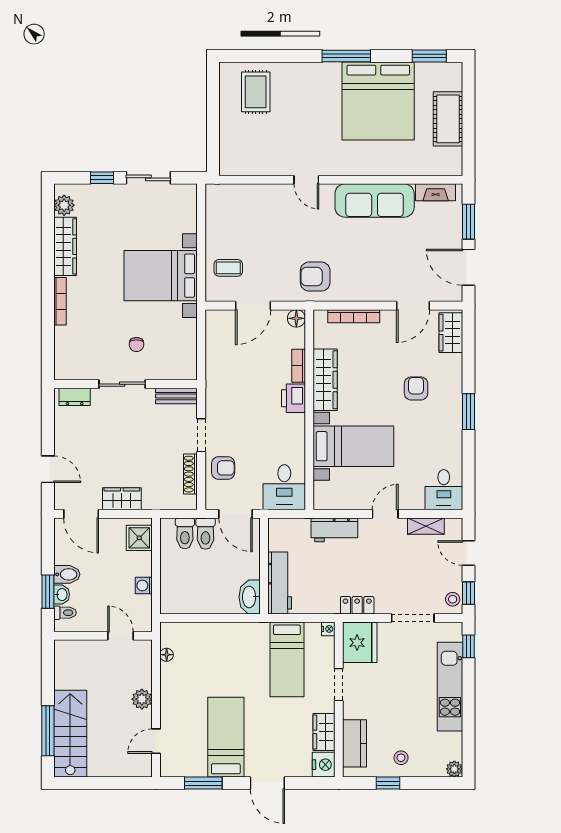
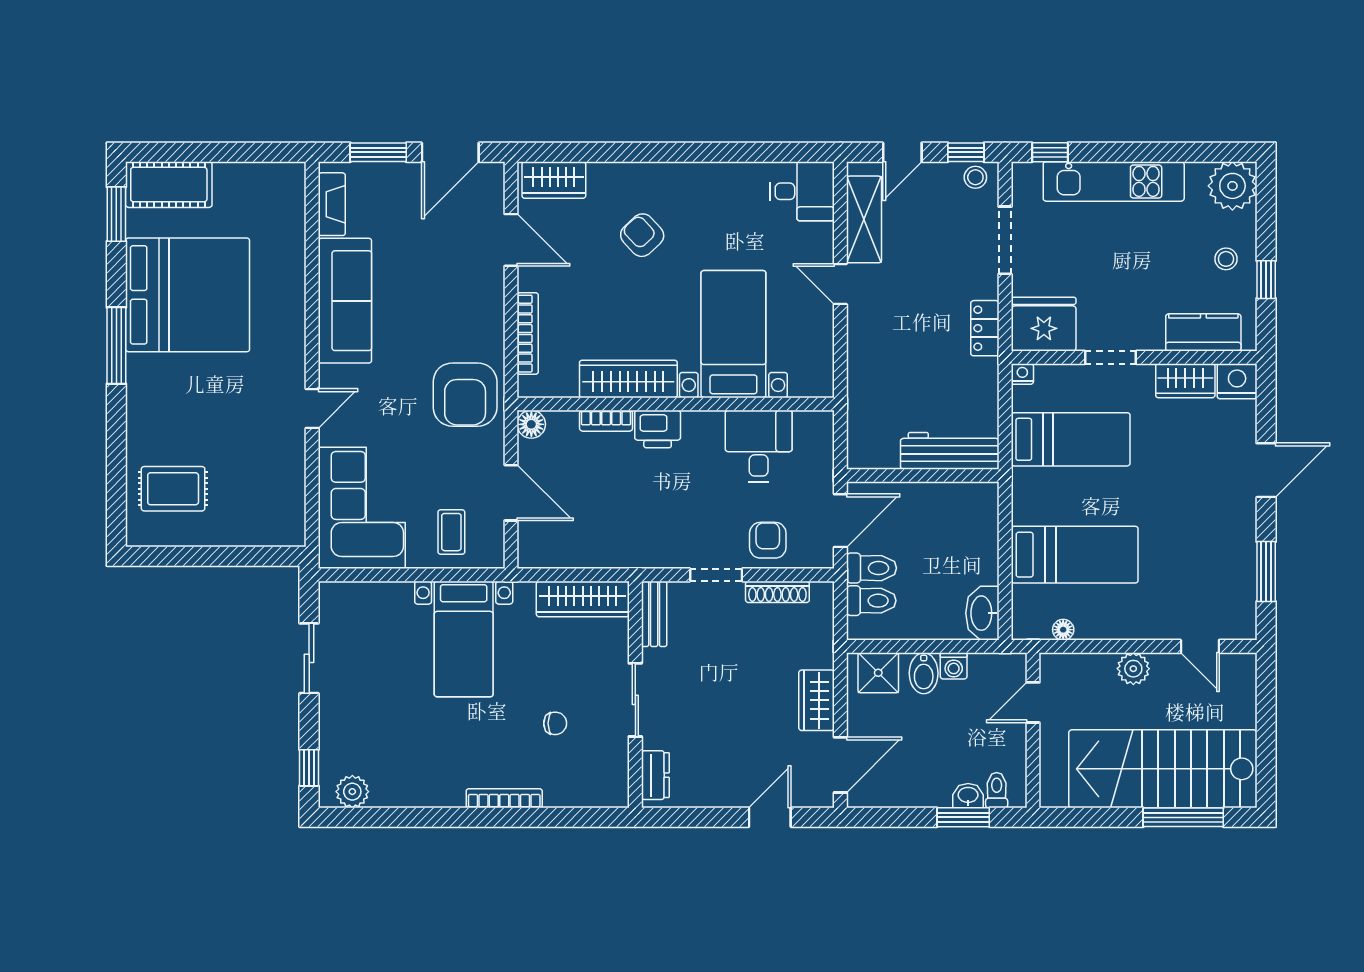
cot: (448, 119) -> (169, 185), moved
window: (102, 178) -> (309, 768), moved
corner sofa: (244, 211) -> (362, 508), added
wardrobe: (65, 246) -> (583, 599), moved, turned 180
bed with nightstands: (161, 276) -> (464, 639), width x0.73
armchair: (315, 277) -> (465, 395), width x1.36, depth x1.36
chair: (136, 345) -> (555, 723), moved
armchair: (416, 389) -> (642, 235), turned 47
window: (468, 412) -> (679, 152), removed
desk: (284, 487) -> (759, 446), moved, turned -90
shelving: (426, 526) -> (864, 219), width x1.50, depth x1.33
workbench: (334, 530) -> (866, 364), removed
bidet: (67, 574) -> (924, 673), moved, turned 180
washbasin: (250, 597) -> (982, 613), moved, turned 90
stairs: (70, 734) -> (1163, 769), width x1.36, depth x1.51
bed: (226, 737) -> (1075, 555), moved, turned 180
plant: (454, 769) -> (1232, 186), width x1.88, depth x1.88

